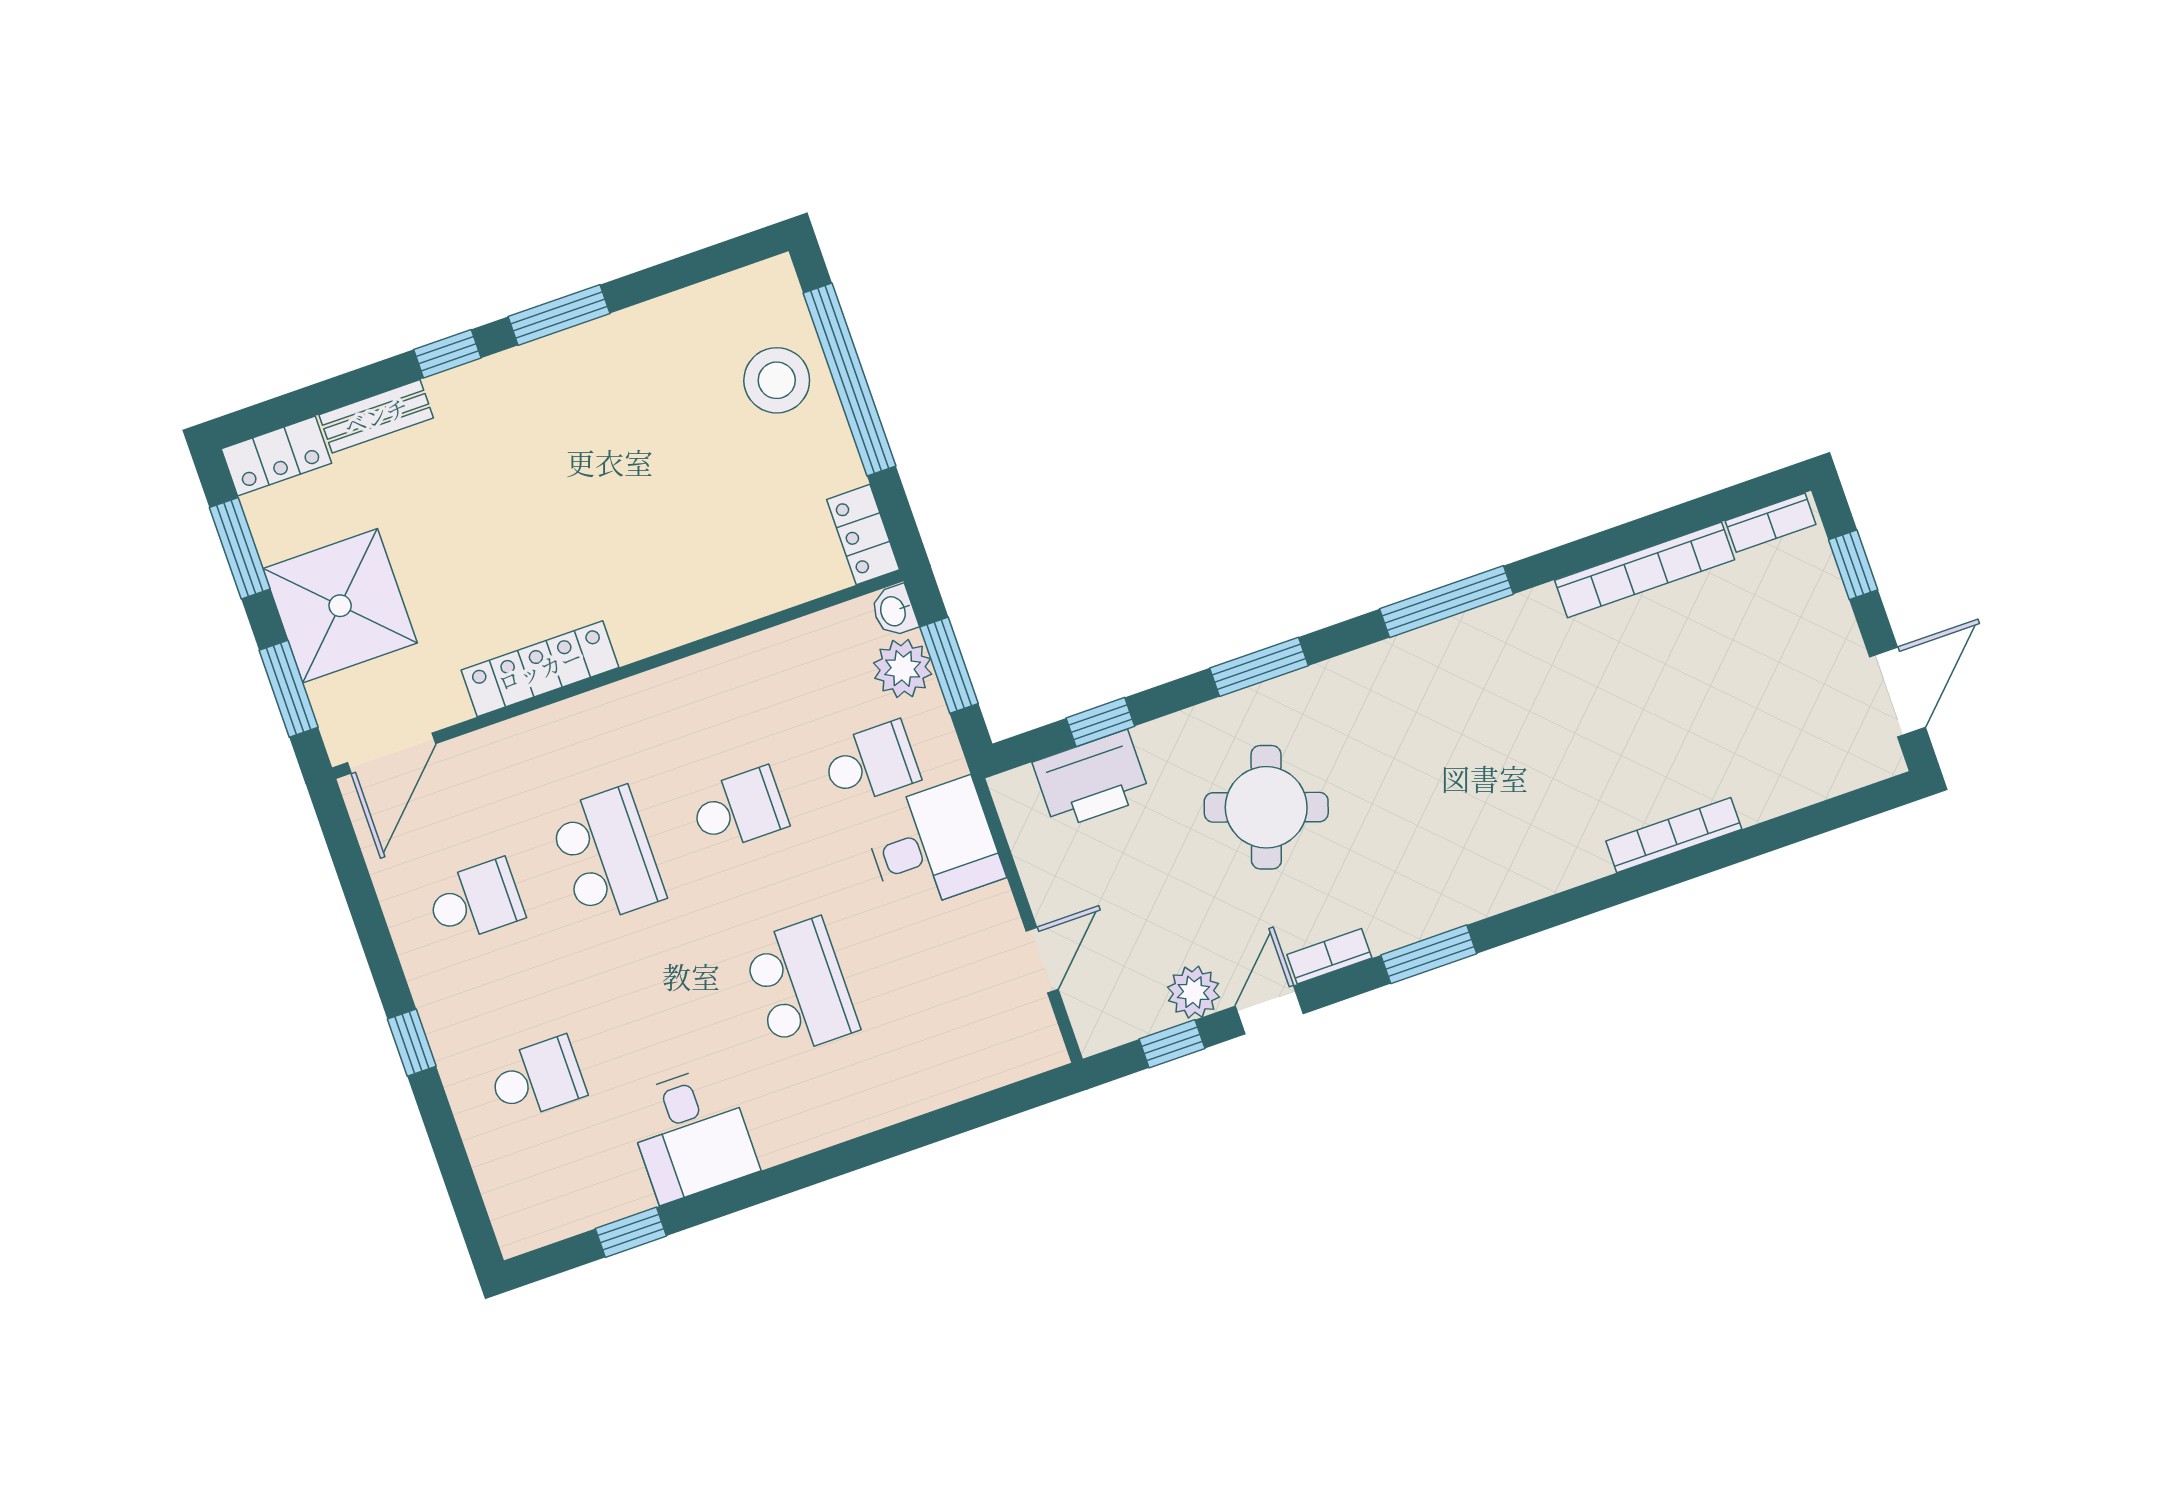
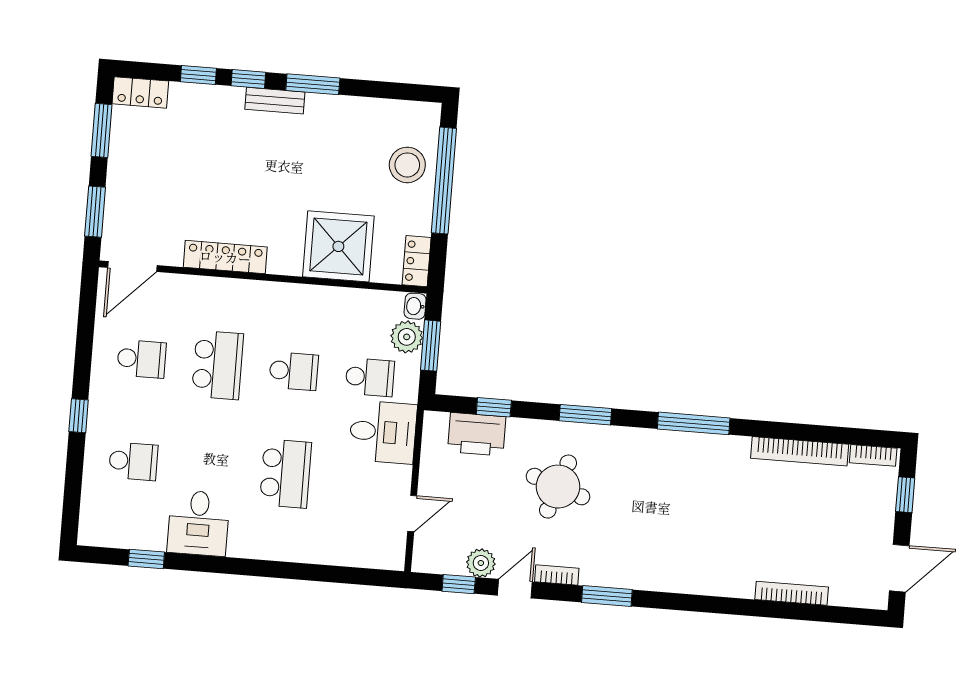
window: (361, 384) -> (198, 75), added
bench: (376, 416) -> (275, 101), moved
shower: (340, 606) -> (338, 246), moved
bookcase: (1674, 835) -> (792, 593), moved

